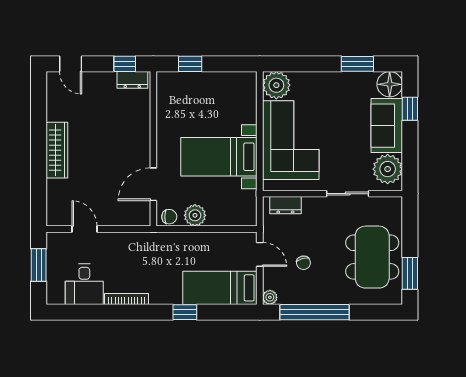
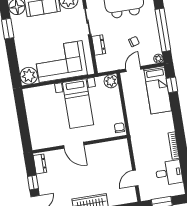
window: (125, 64) -> (33, 182), moved
window: (190, 64) -> (24, 130), removed
door: (153, 184) -> (74, 145), moved
dresser: (285, 205) -> (99, 45), moved
plant: (195, 215) -> (111, 81), moved
window: (185, 312) -> (172, 85), moved

